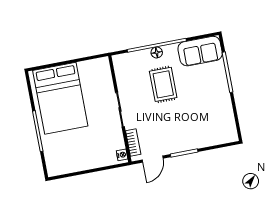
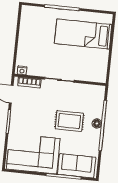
sofa: (200, 51) -> (77, 166), moved, turned 90
bed: (60, 98) -> (83, 34), width x0.67
corner sofa: (212, 114) -> (33, 154), added

